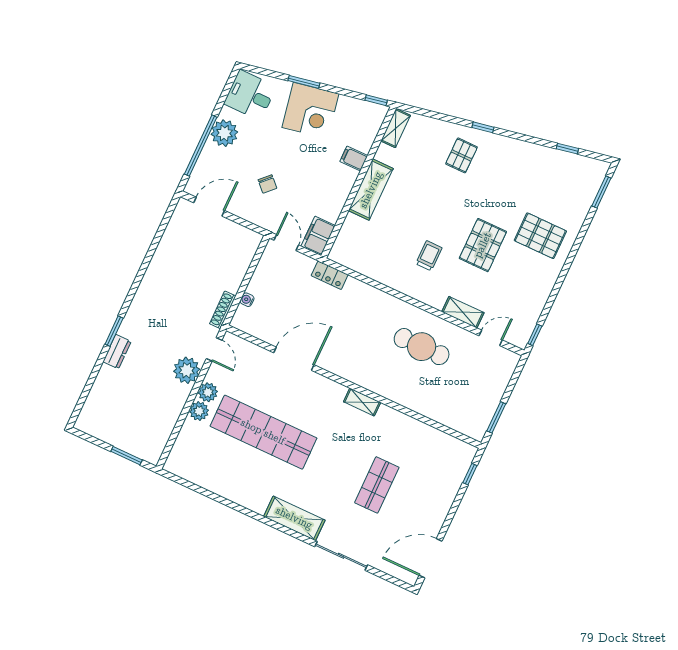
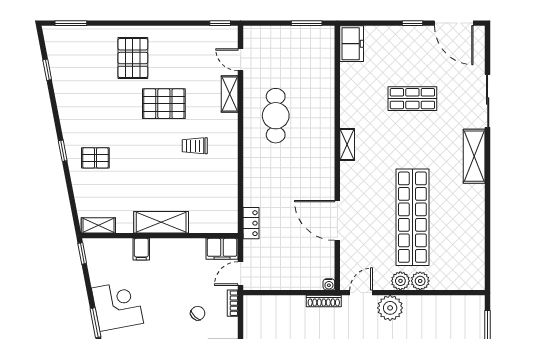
bookcase: (261, 222) -> (233, 303), added
water cooler: (247, 300) -> (329, 284), moved
freezer: (457, 451) -> (352, 44), added
window: (470, 474) -> (413, 23), moved

